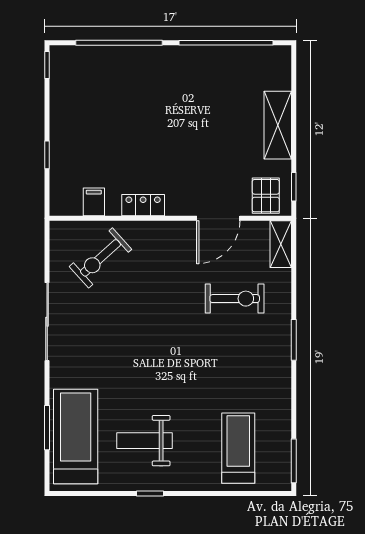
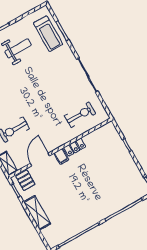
filing cabinet: (94, 202) -> (61, 156), moved
exercise bike: (100, 258) -> (80, 115), turned 42
treadmill: (76, 437) -> (48, 34), width x0.73, depth x0.73

